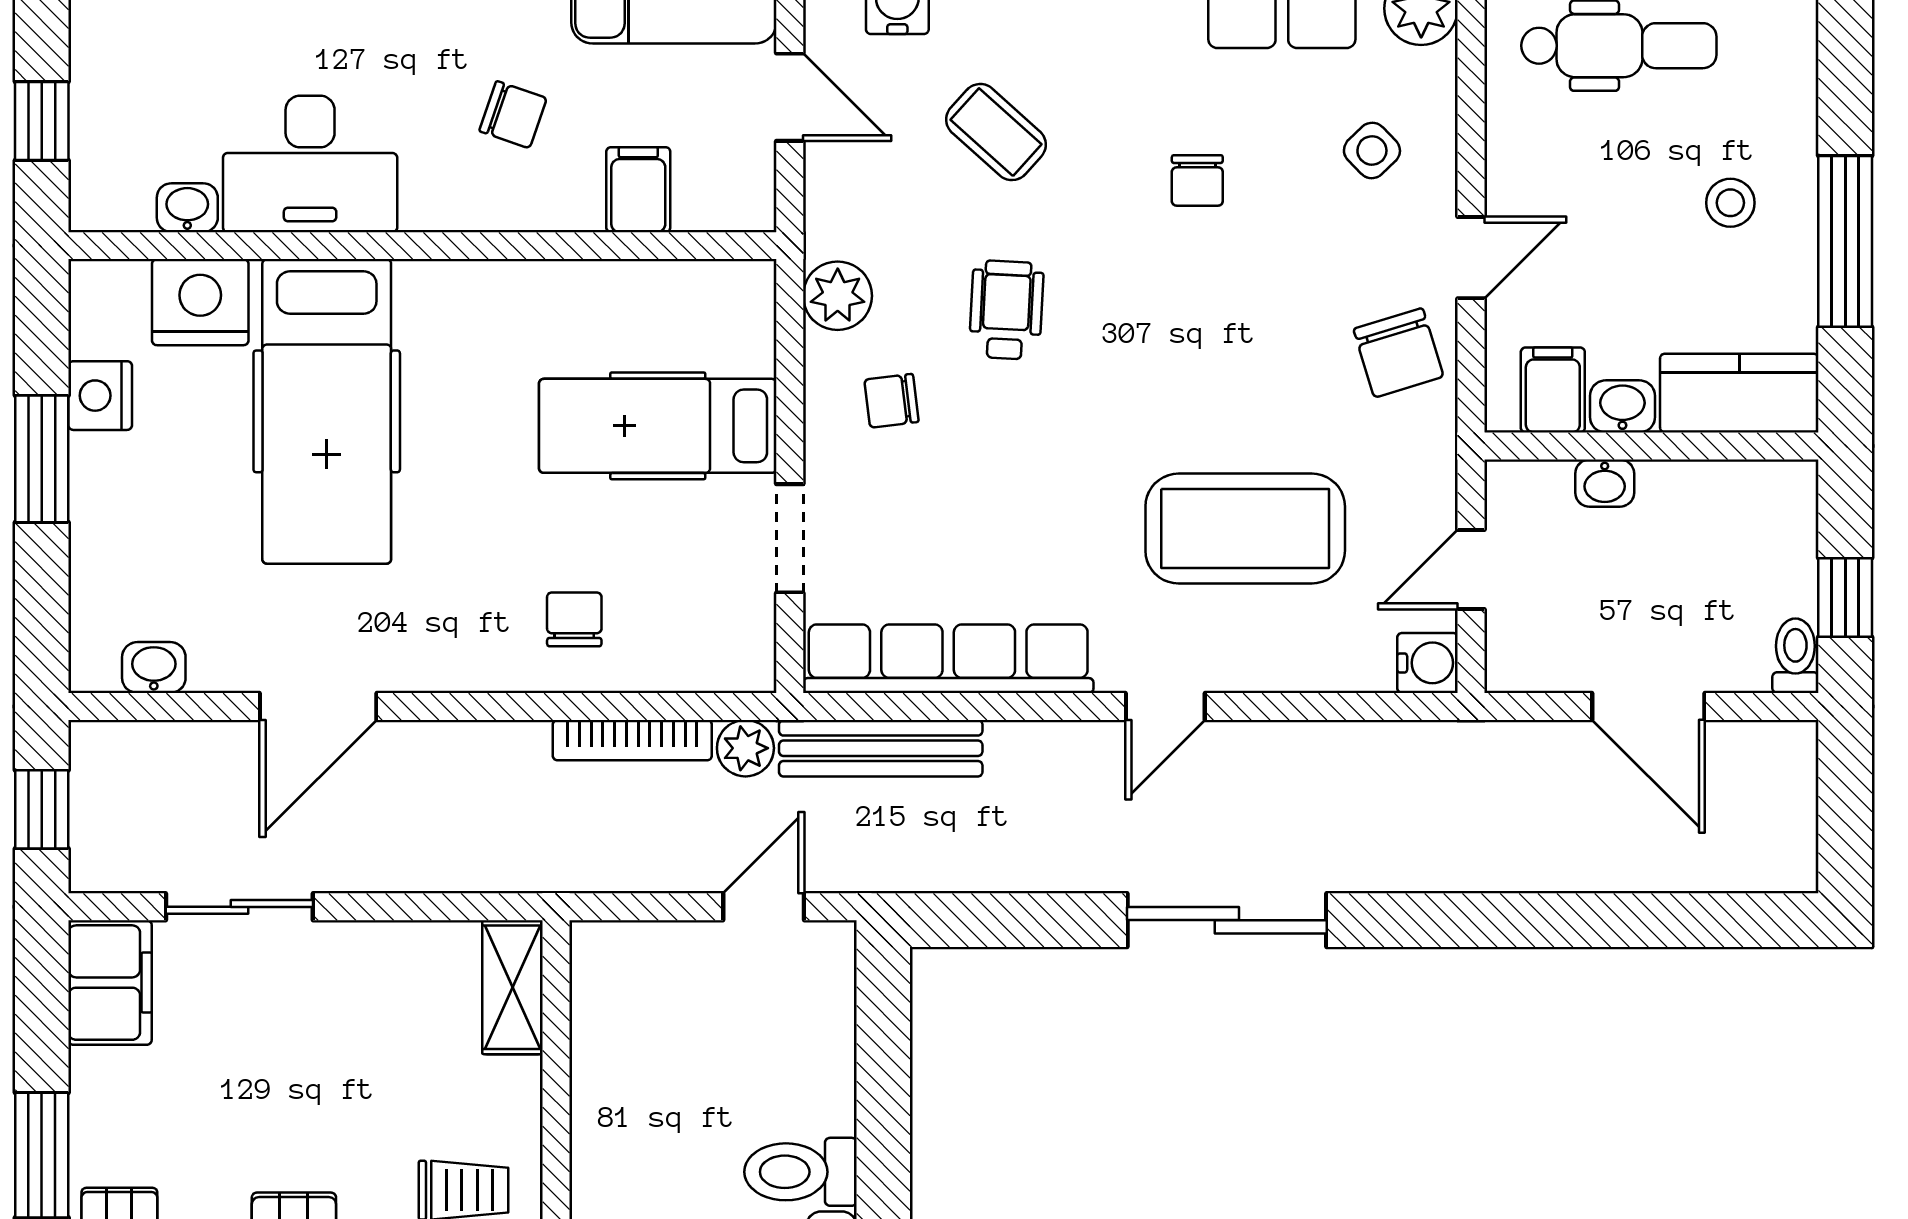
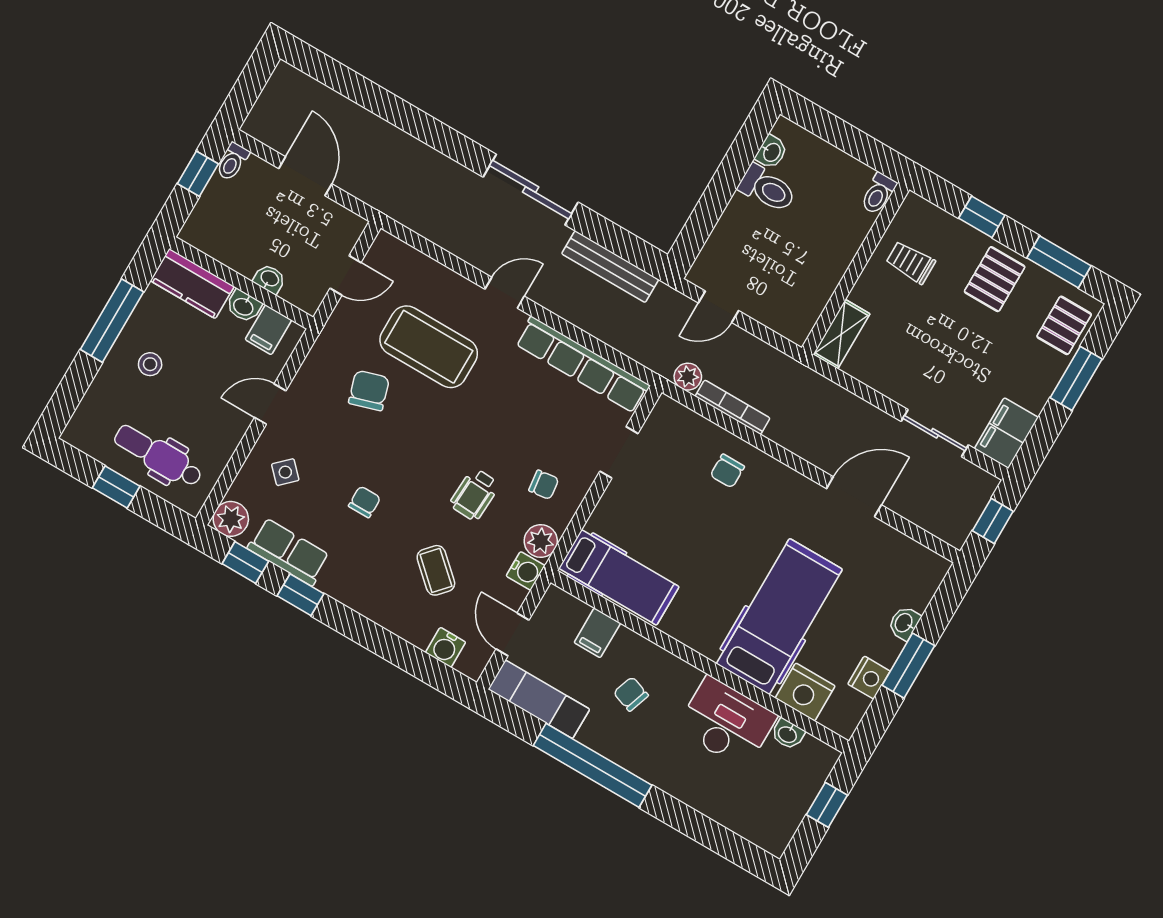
chair: (1398, 353) -> (369, 390), moved
hospital bed: (658, 426) -> (619, 577), moved
water cooler: (1428, 663) -> (526, 571), moved, turned 180
washbasin: (154, 668) -> (904, 623), moved, turned 90
bench: (881, 748) -> (610, 267), moved

